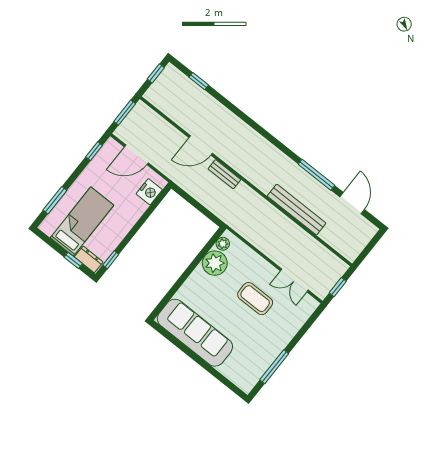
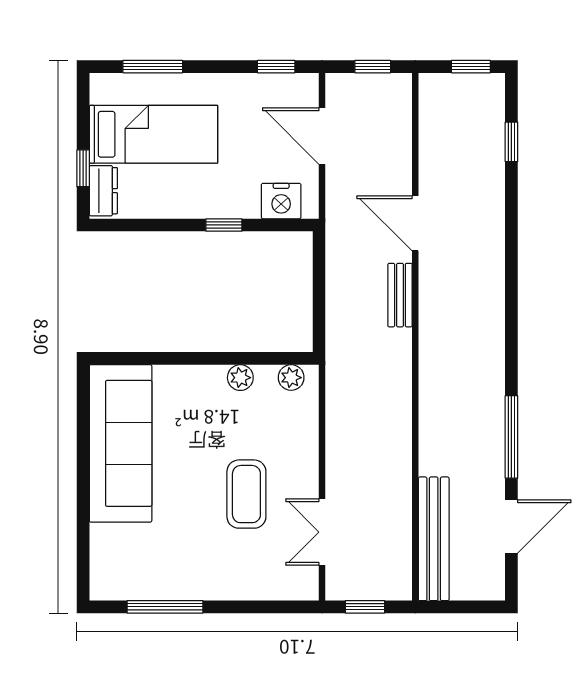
window: (125, 113) -> (373, 67), width x0.67
bench: (297, 210) -> (434, 539), moved
window: (111, 260) -> (224, 225), moved
plant: (215, 263) -> (240, 378), width x0.53, depth x0.53

